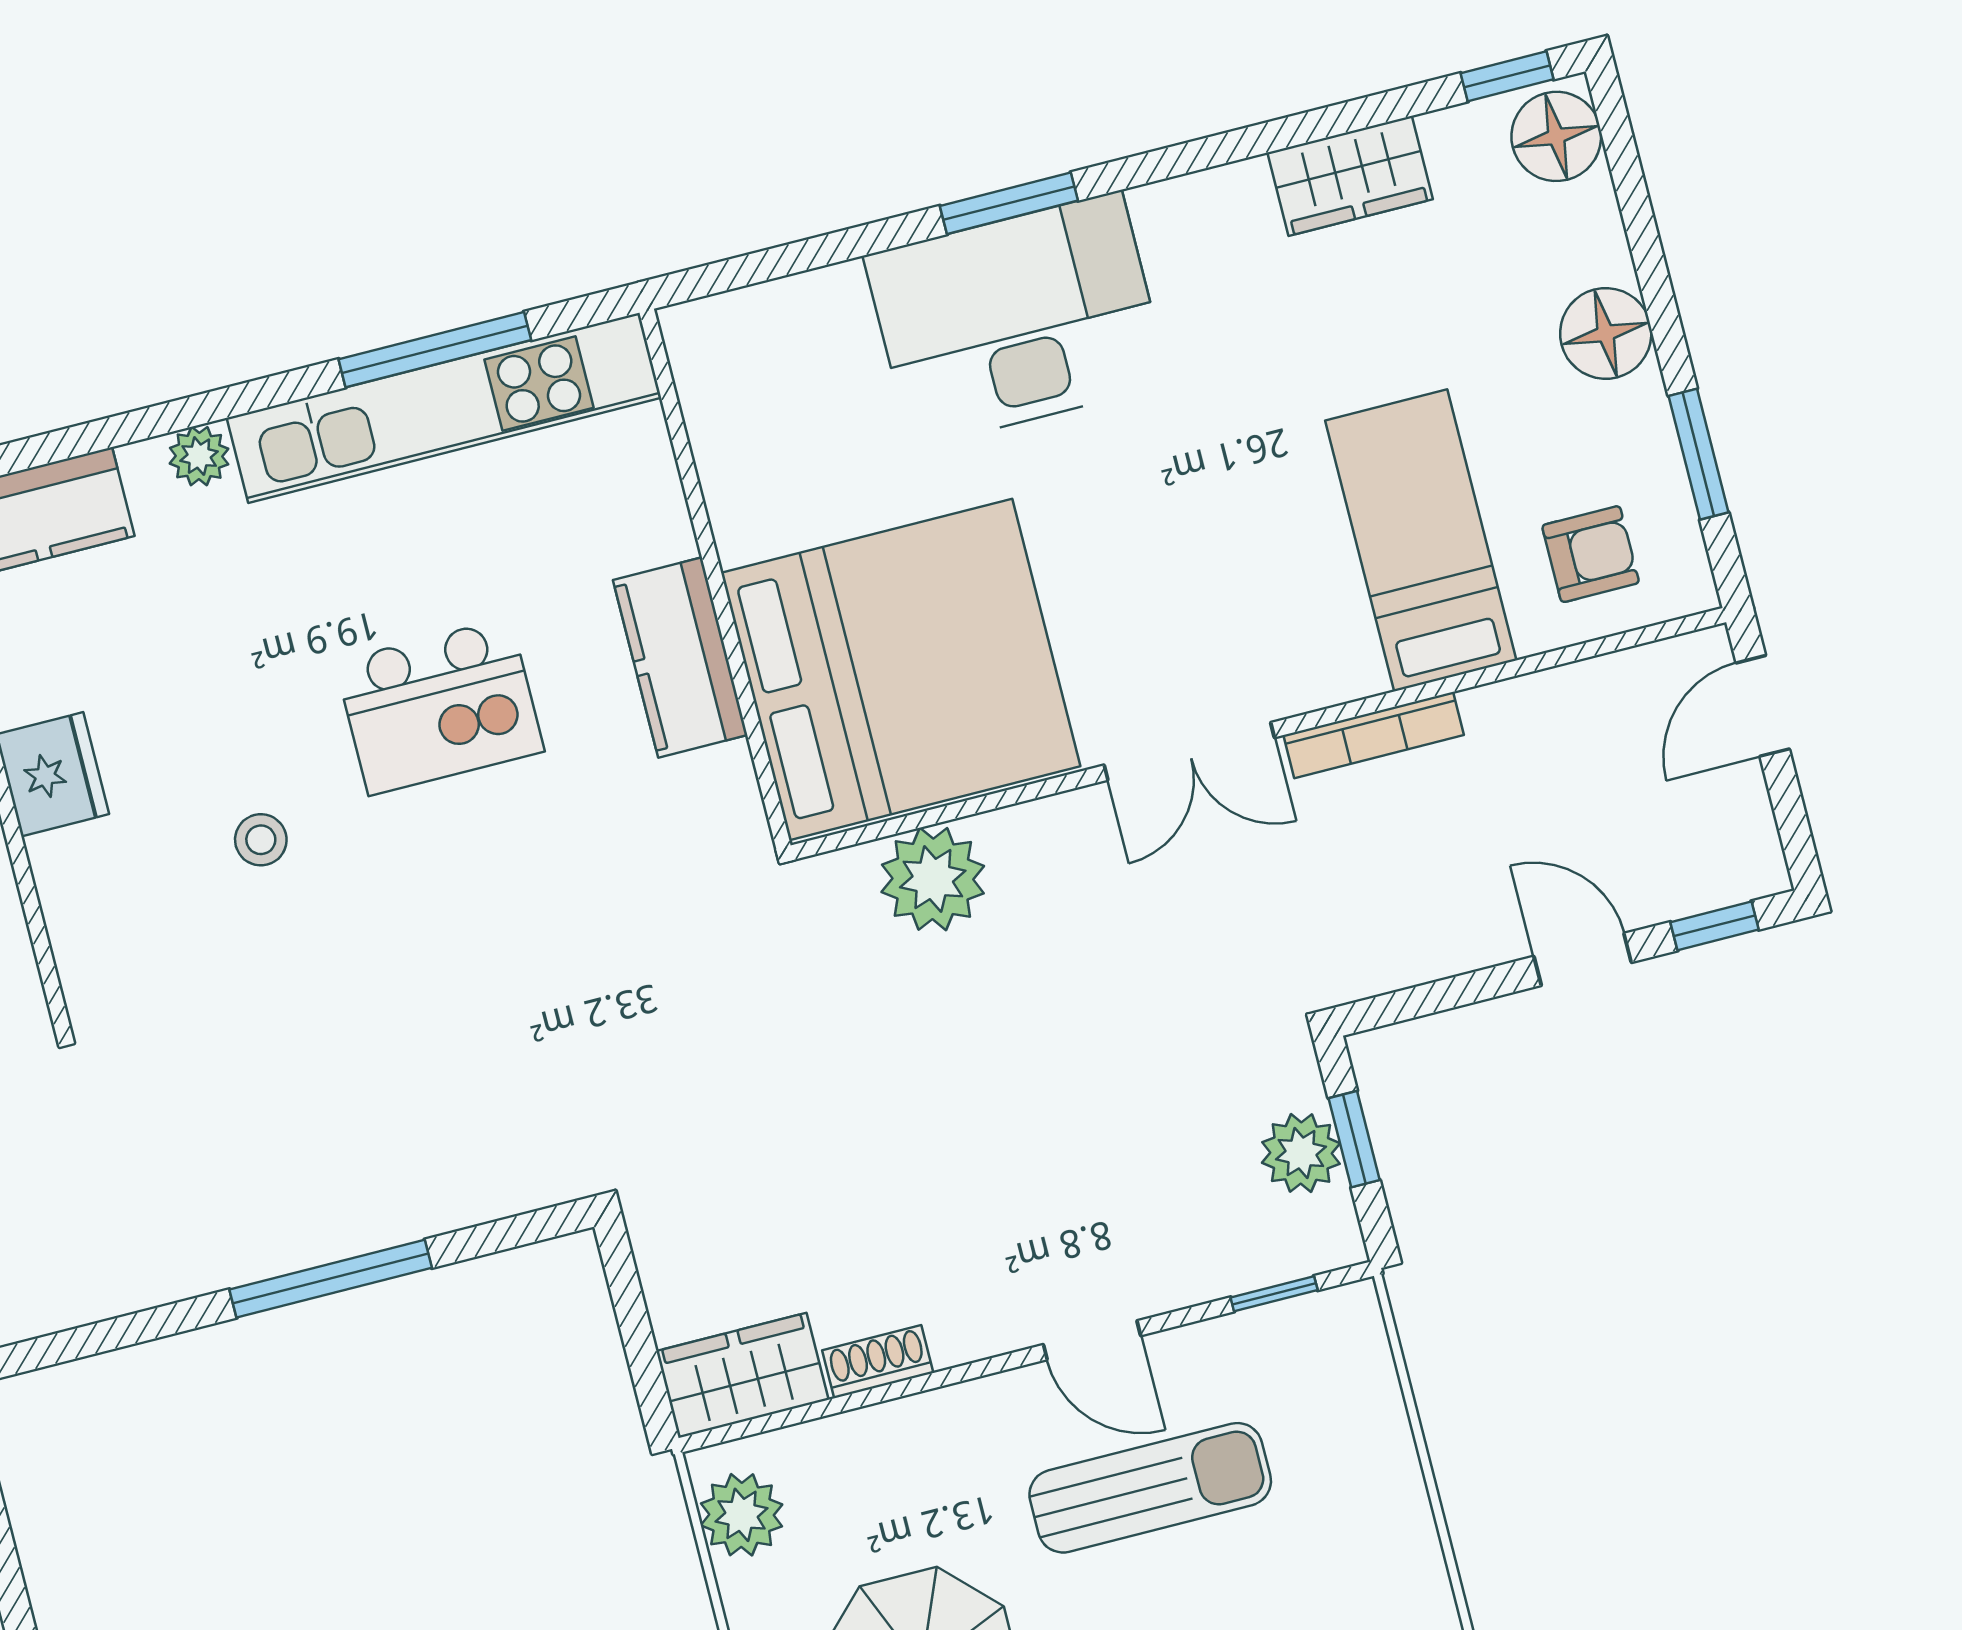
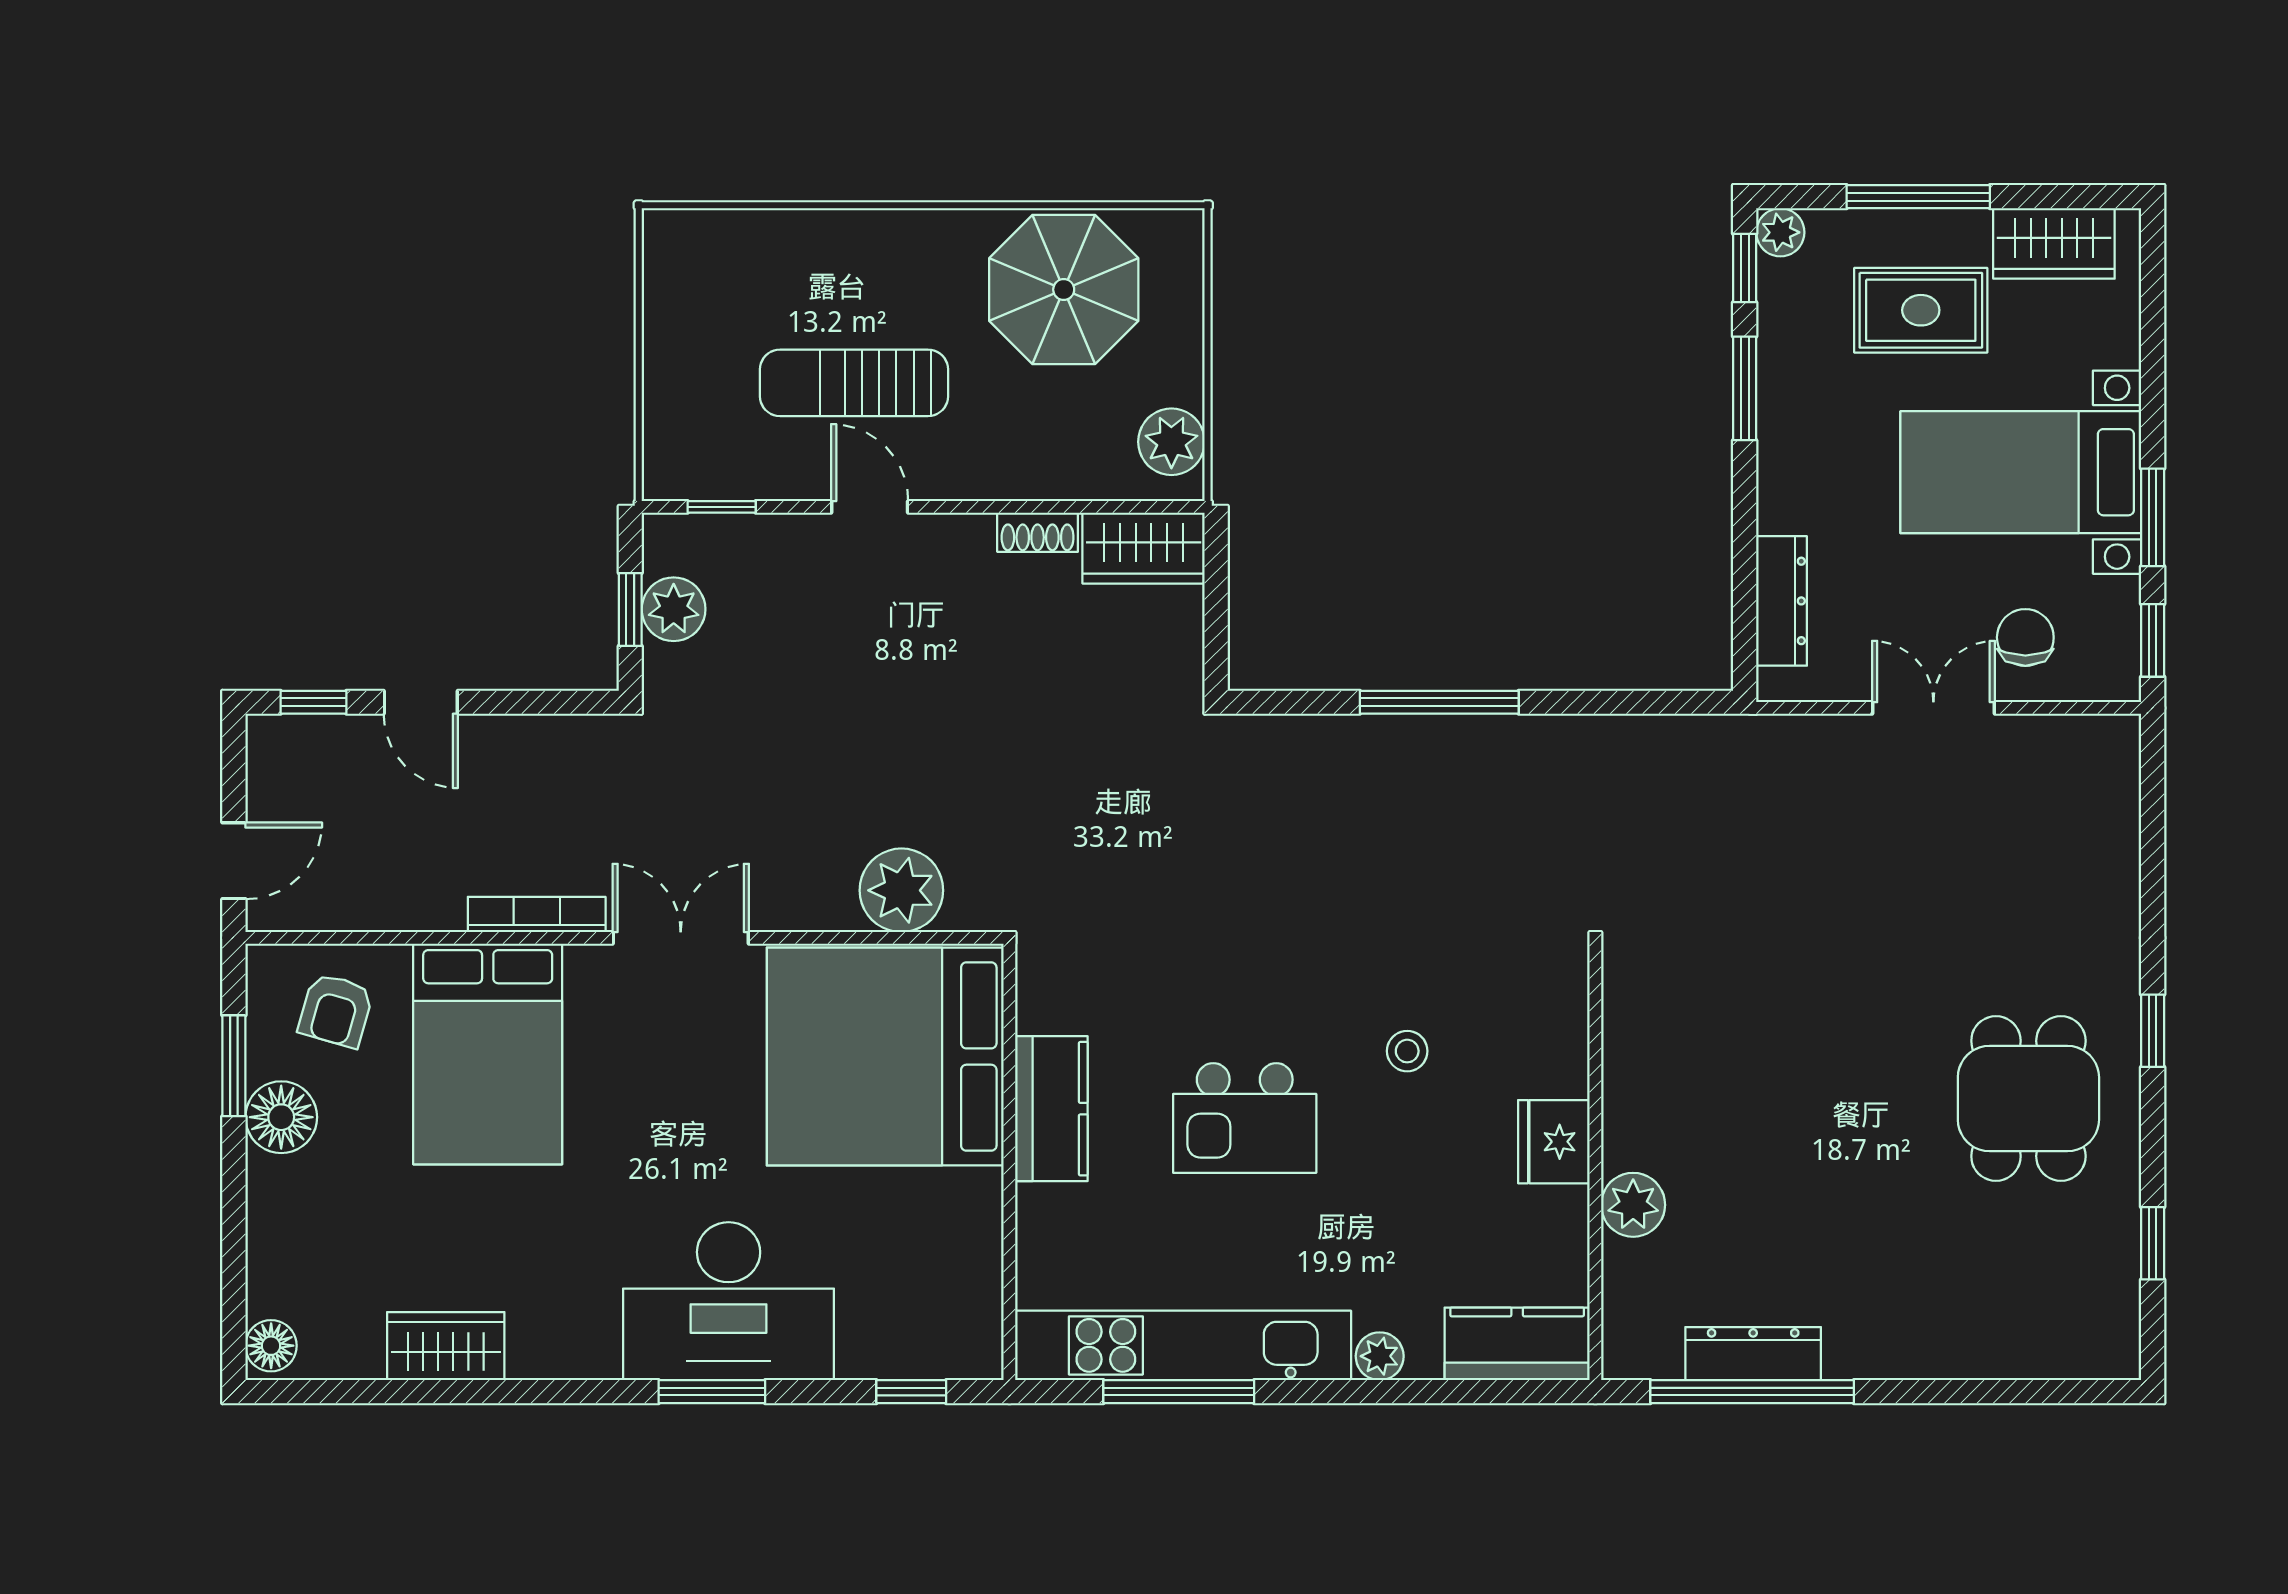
window: (1507, 76) -> (911, 1392), moved
floor lamp: (1556, 136) -> (271, 1346), width x0.73, depth x0.73
floor lamp: (1606, 333) -> (281, 1117), moved
bed: (1421, 540) -> (488, 1054), width x1.50
armchair: (1591, 554) -> (336, 1010), turned -74
kitchen island: (440, 707) -> (1245, 1118), turned 180

